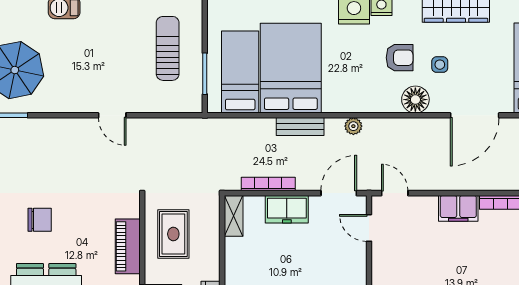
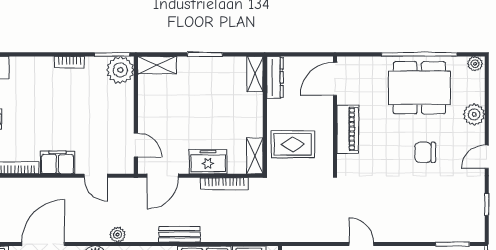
plant: (353, 126) -> (118, 235), moved
bench: (300, 127) -> (180, 234), moved
door: (395, 193) -> (96, 176), moved
rug: (173, 234) -> (293, 144), moved, turned 90

